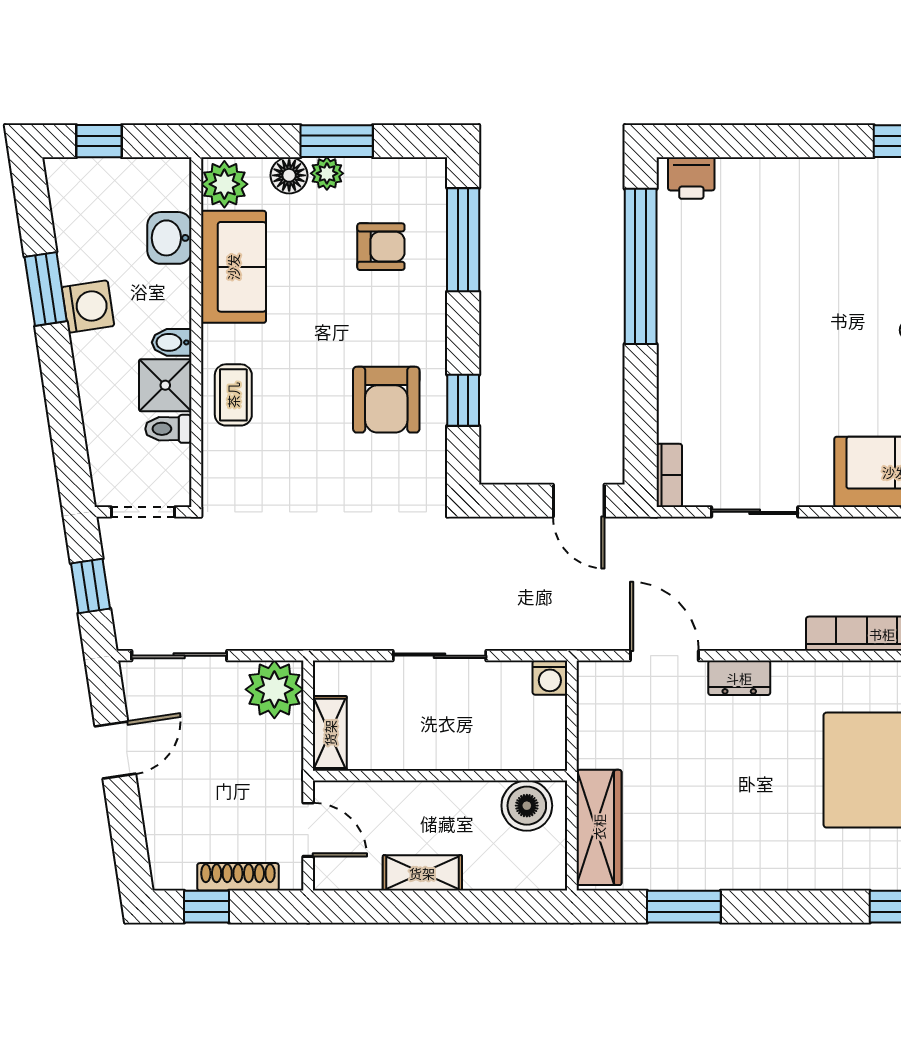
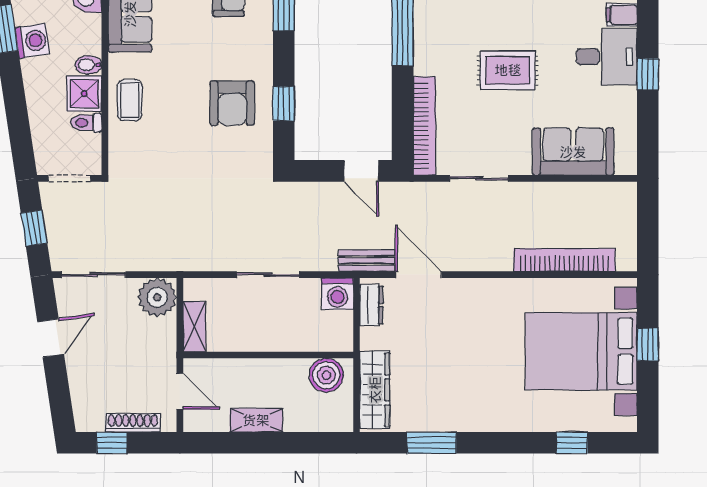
rug: (797, 351) -> (508, 70), added
bookcase: (669, 475) -> (424, 126), width x2.31, depth x1.31
bench: (587, 635) -> (367, 261), added
washing machine: (550, 678) -> (337, 294), width x1.38, depth x1.38
dresser: (739, 678) -> (371, 305), moved, turned -90

